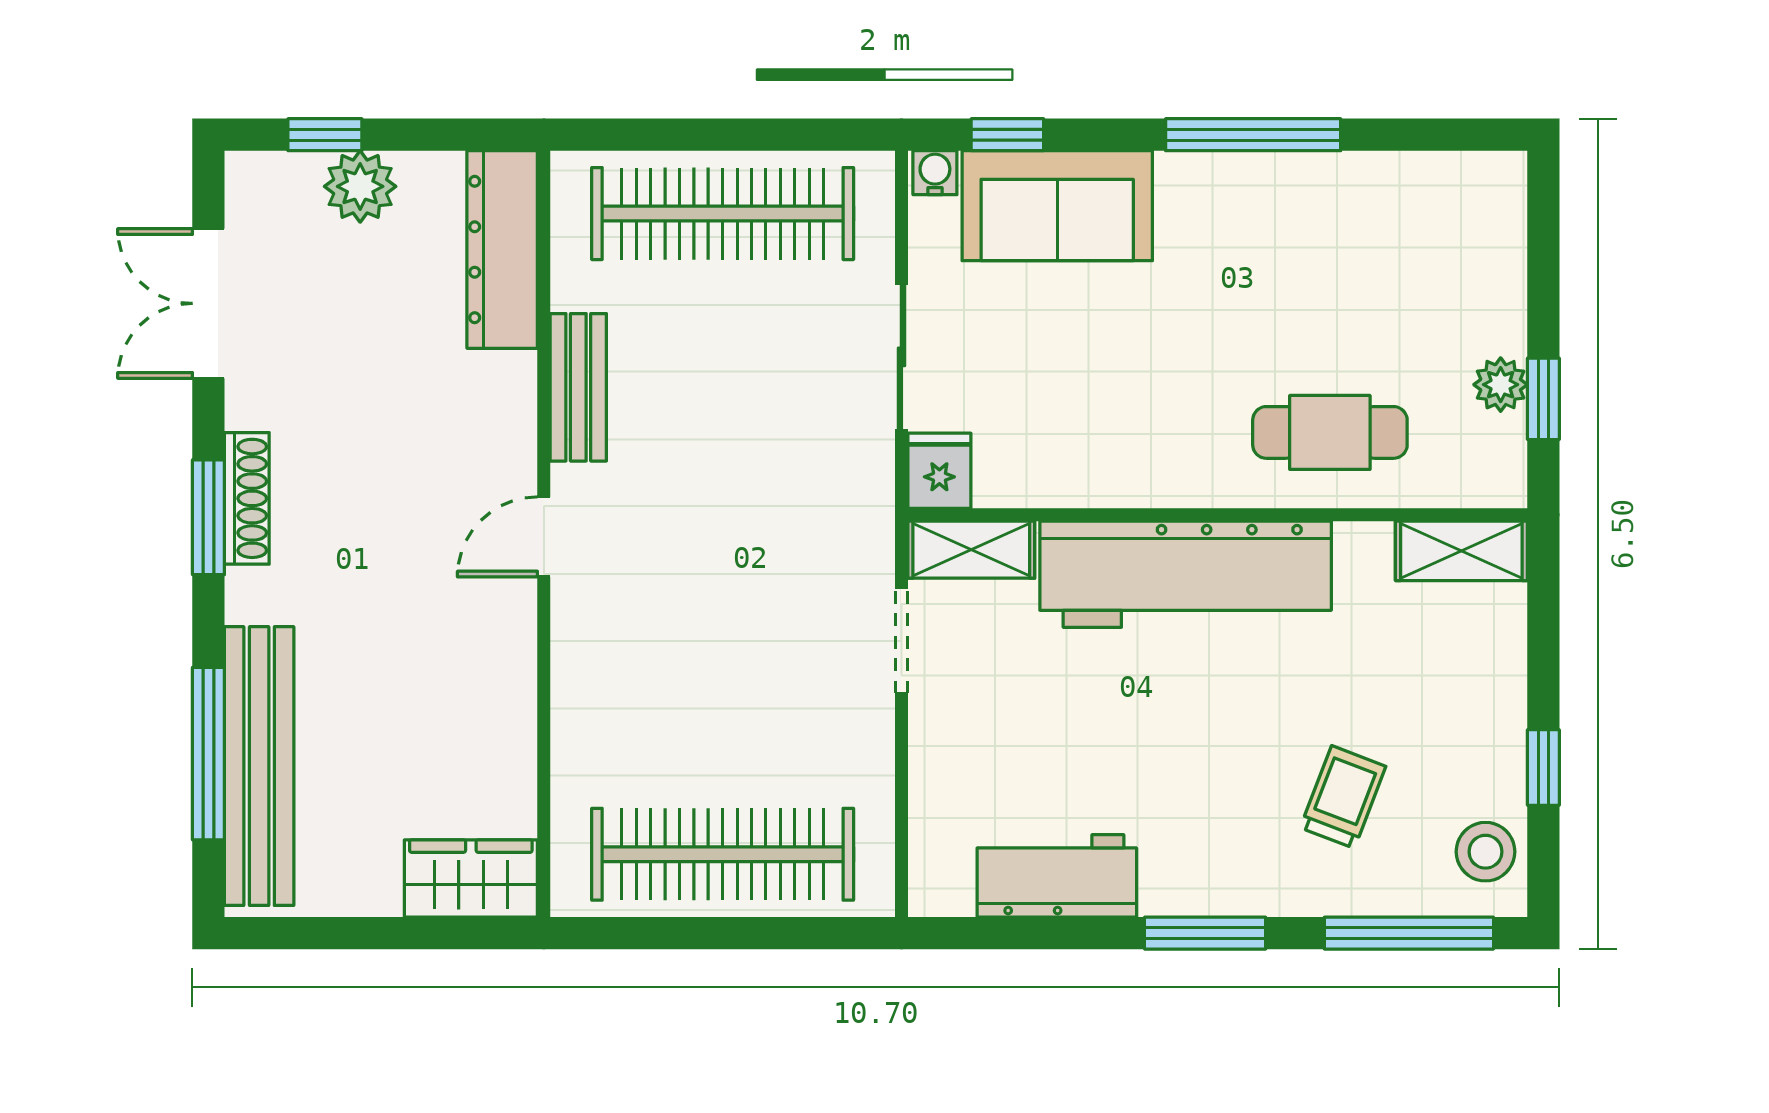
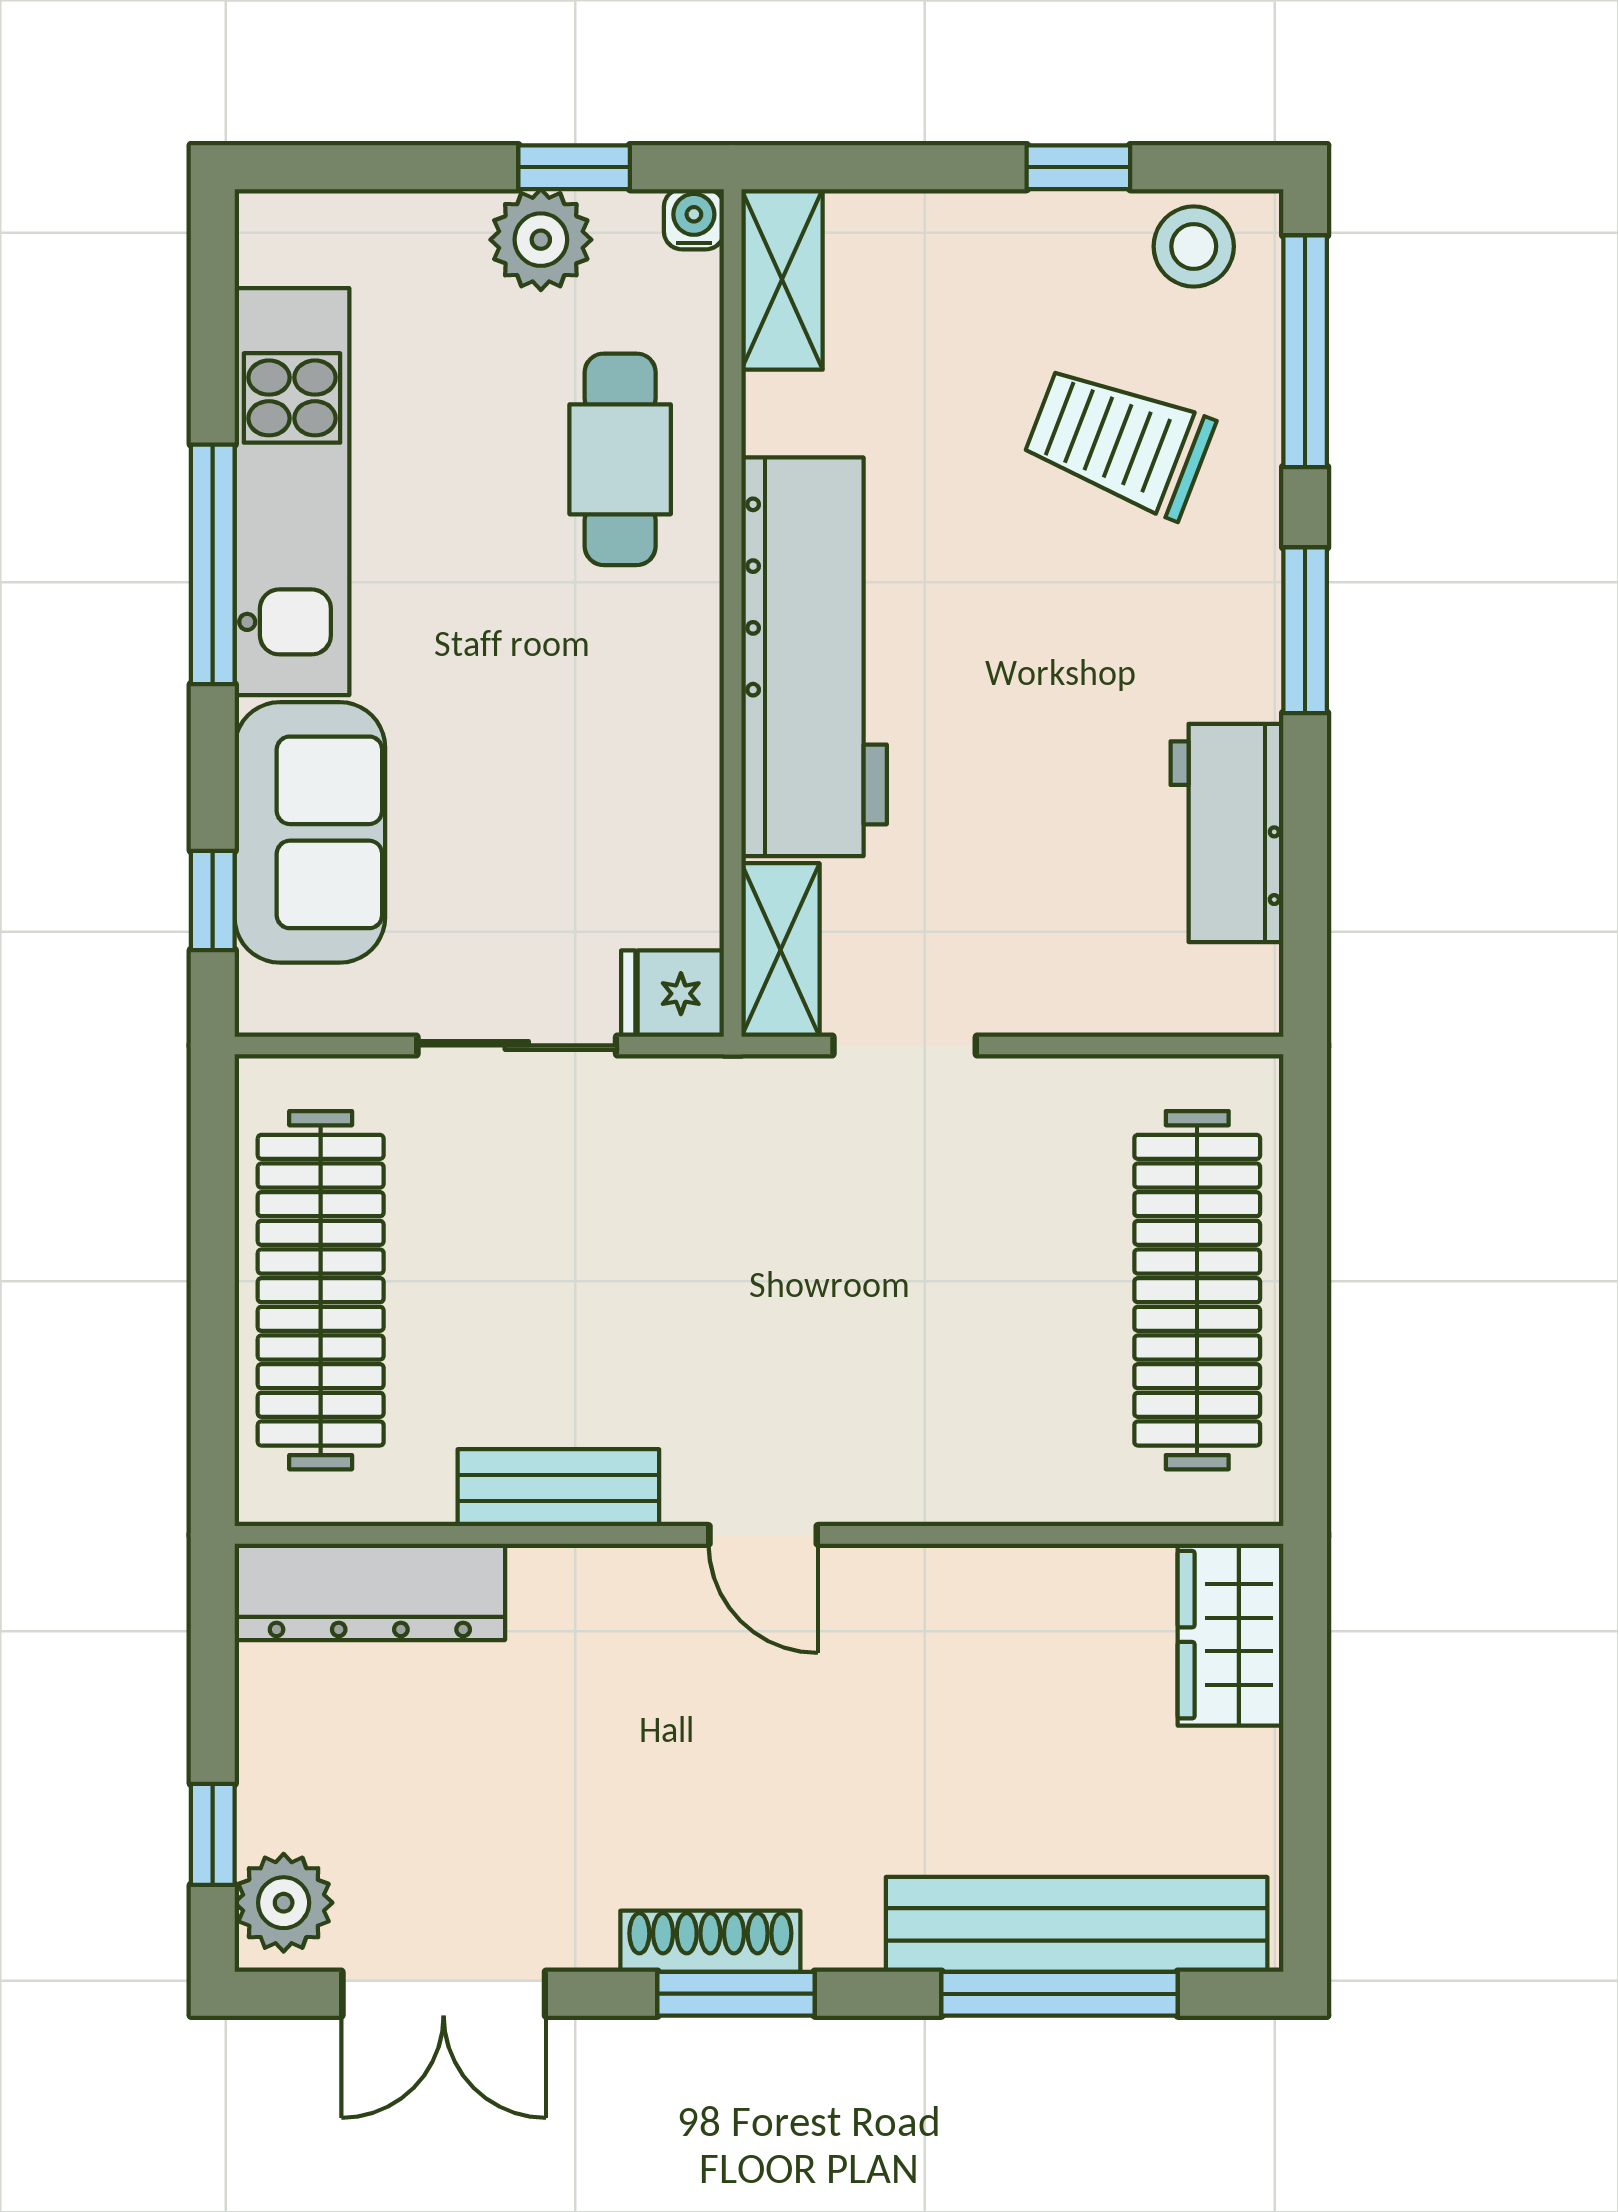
water cooler: (935, 173) -> (694, 219), moved, turned 90
plant: (360, 186) -> (284, 1903), moved
kitchen unit: (1306, 193) -> (292, 492), added
plant: (1501, 385) -> (541, 240), width x1.38, depth x1.38
trolley: (1343, 797) -> (1119, 441), width x1.36, depth x1.39

